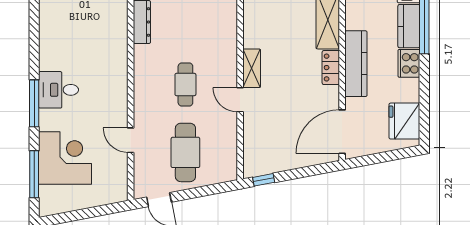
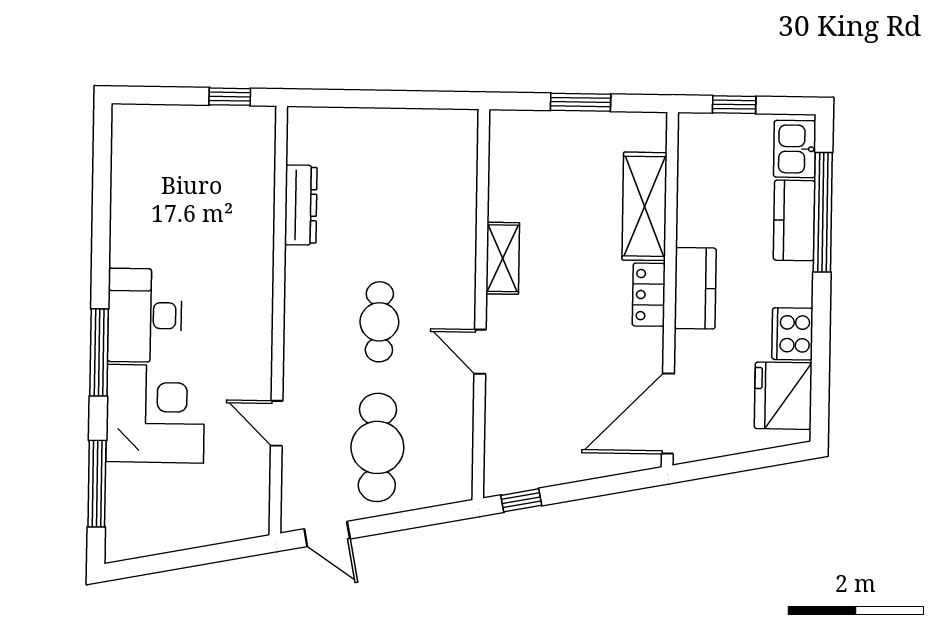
cooker: (409, 63) -> (792, 334), moved
kitchen counter: (356, 64) -> (695, 288), width x0.67
shelving: (252, 68) -> (503, 258), moved
desk: (59, 90) -> (145, 315), width x1.37
corner desk: (65, 158) -> (155, 414), moved

